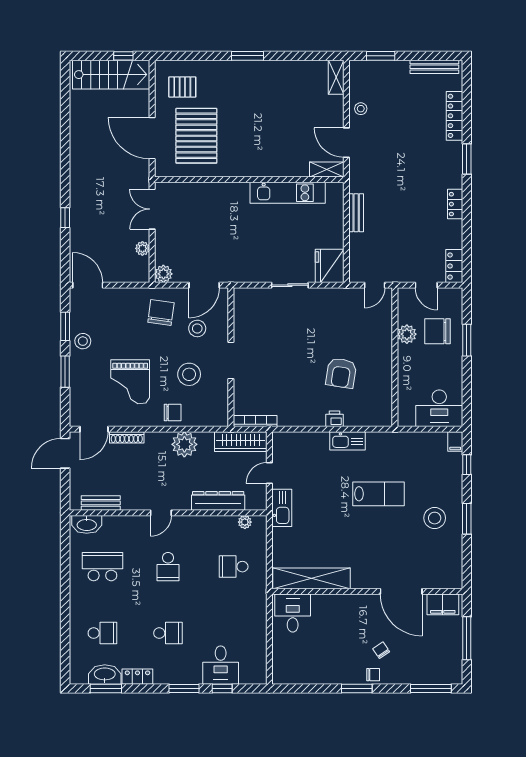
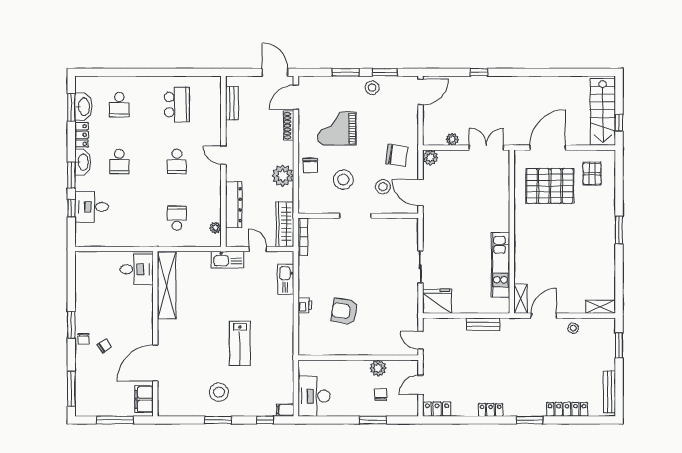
chair: (437, 331) -> (381, 395), width x0.54, depth x0.54
door: (94, 429) -> (296, 97), hinge flipped
kitchen sink: (347, 441) -> (286, 279), moved
washbasin: (87, 524) -> (83, 162), moved, turned 180
school desk: (168, 567) -> (177, 161), turned -90

